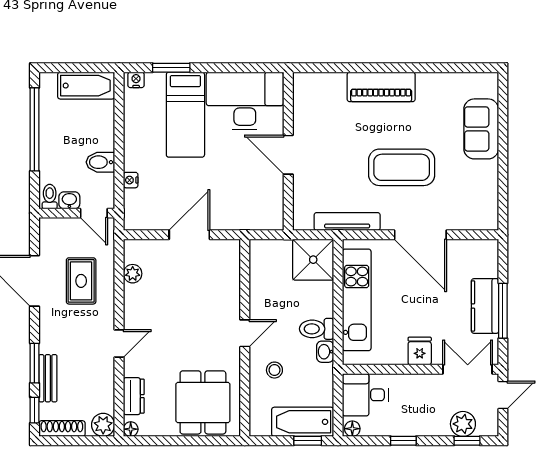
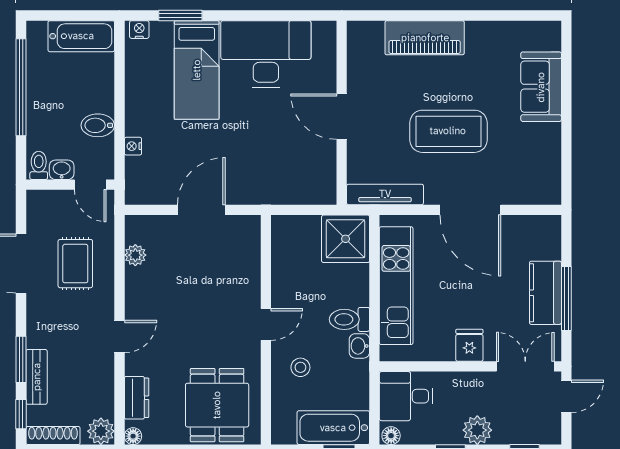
wall: (288, 151) -> (342, 113), moved
door: (288, 155) -> (342, 117), moved
plant: (463, 424) -> (477, 430), moved

